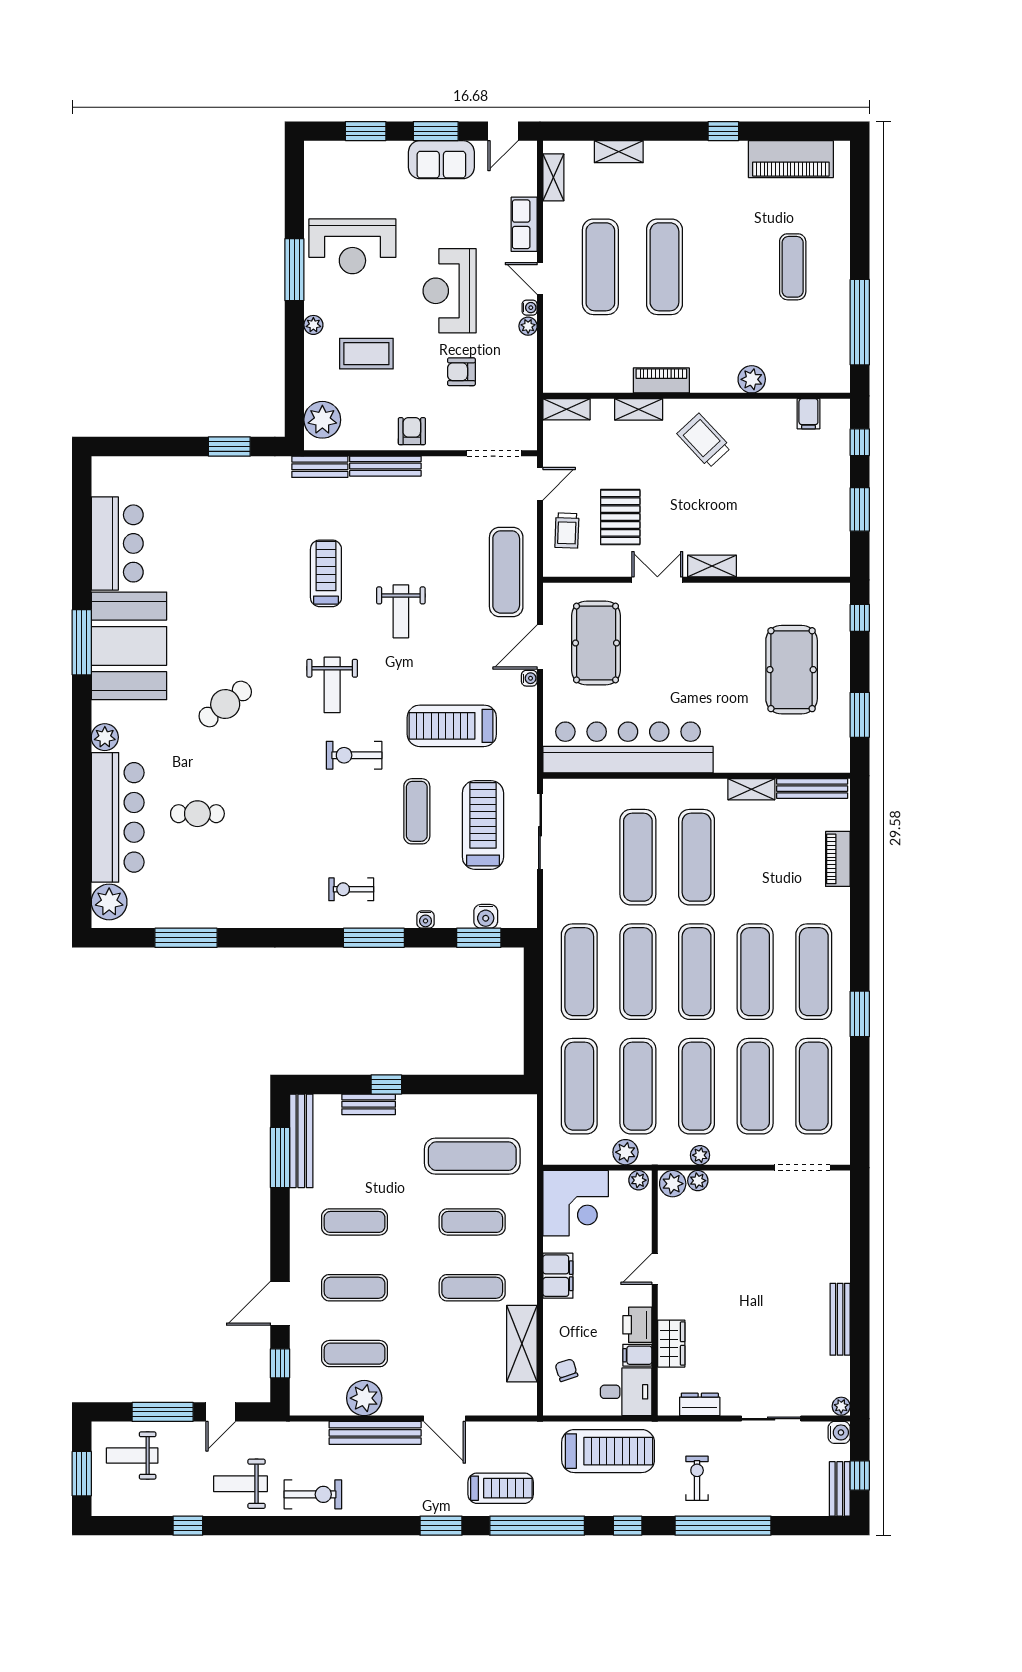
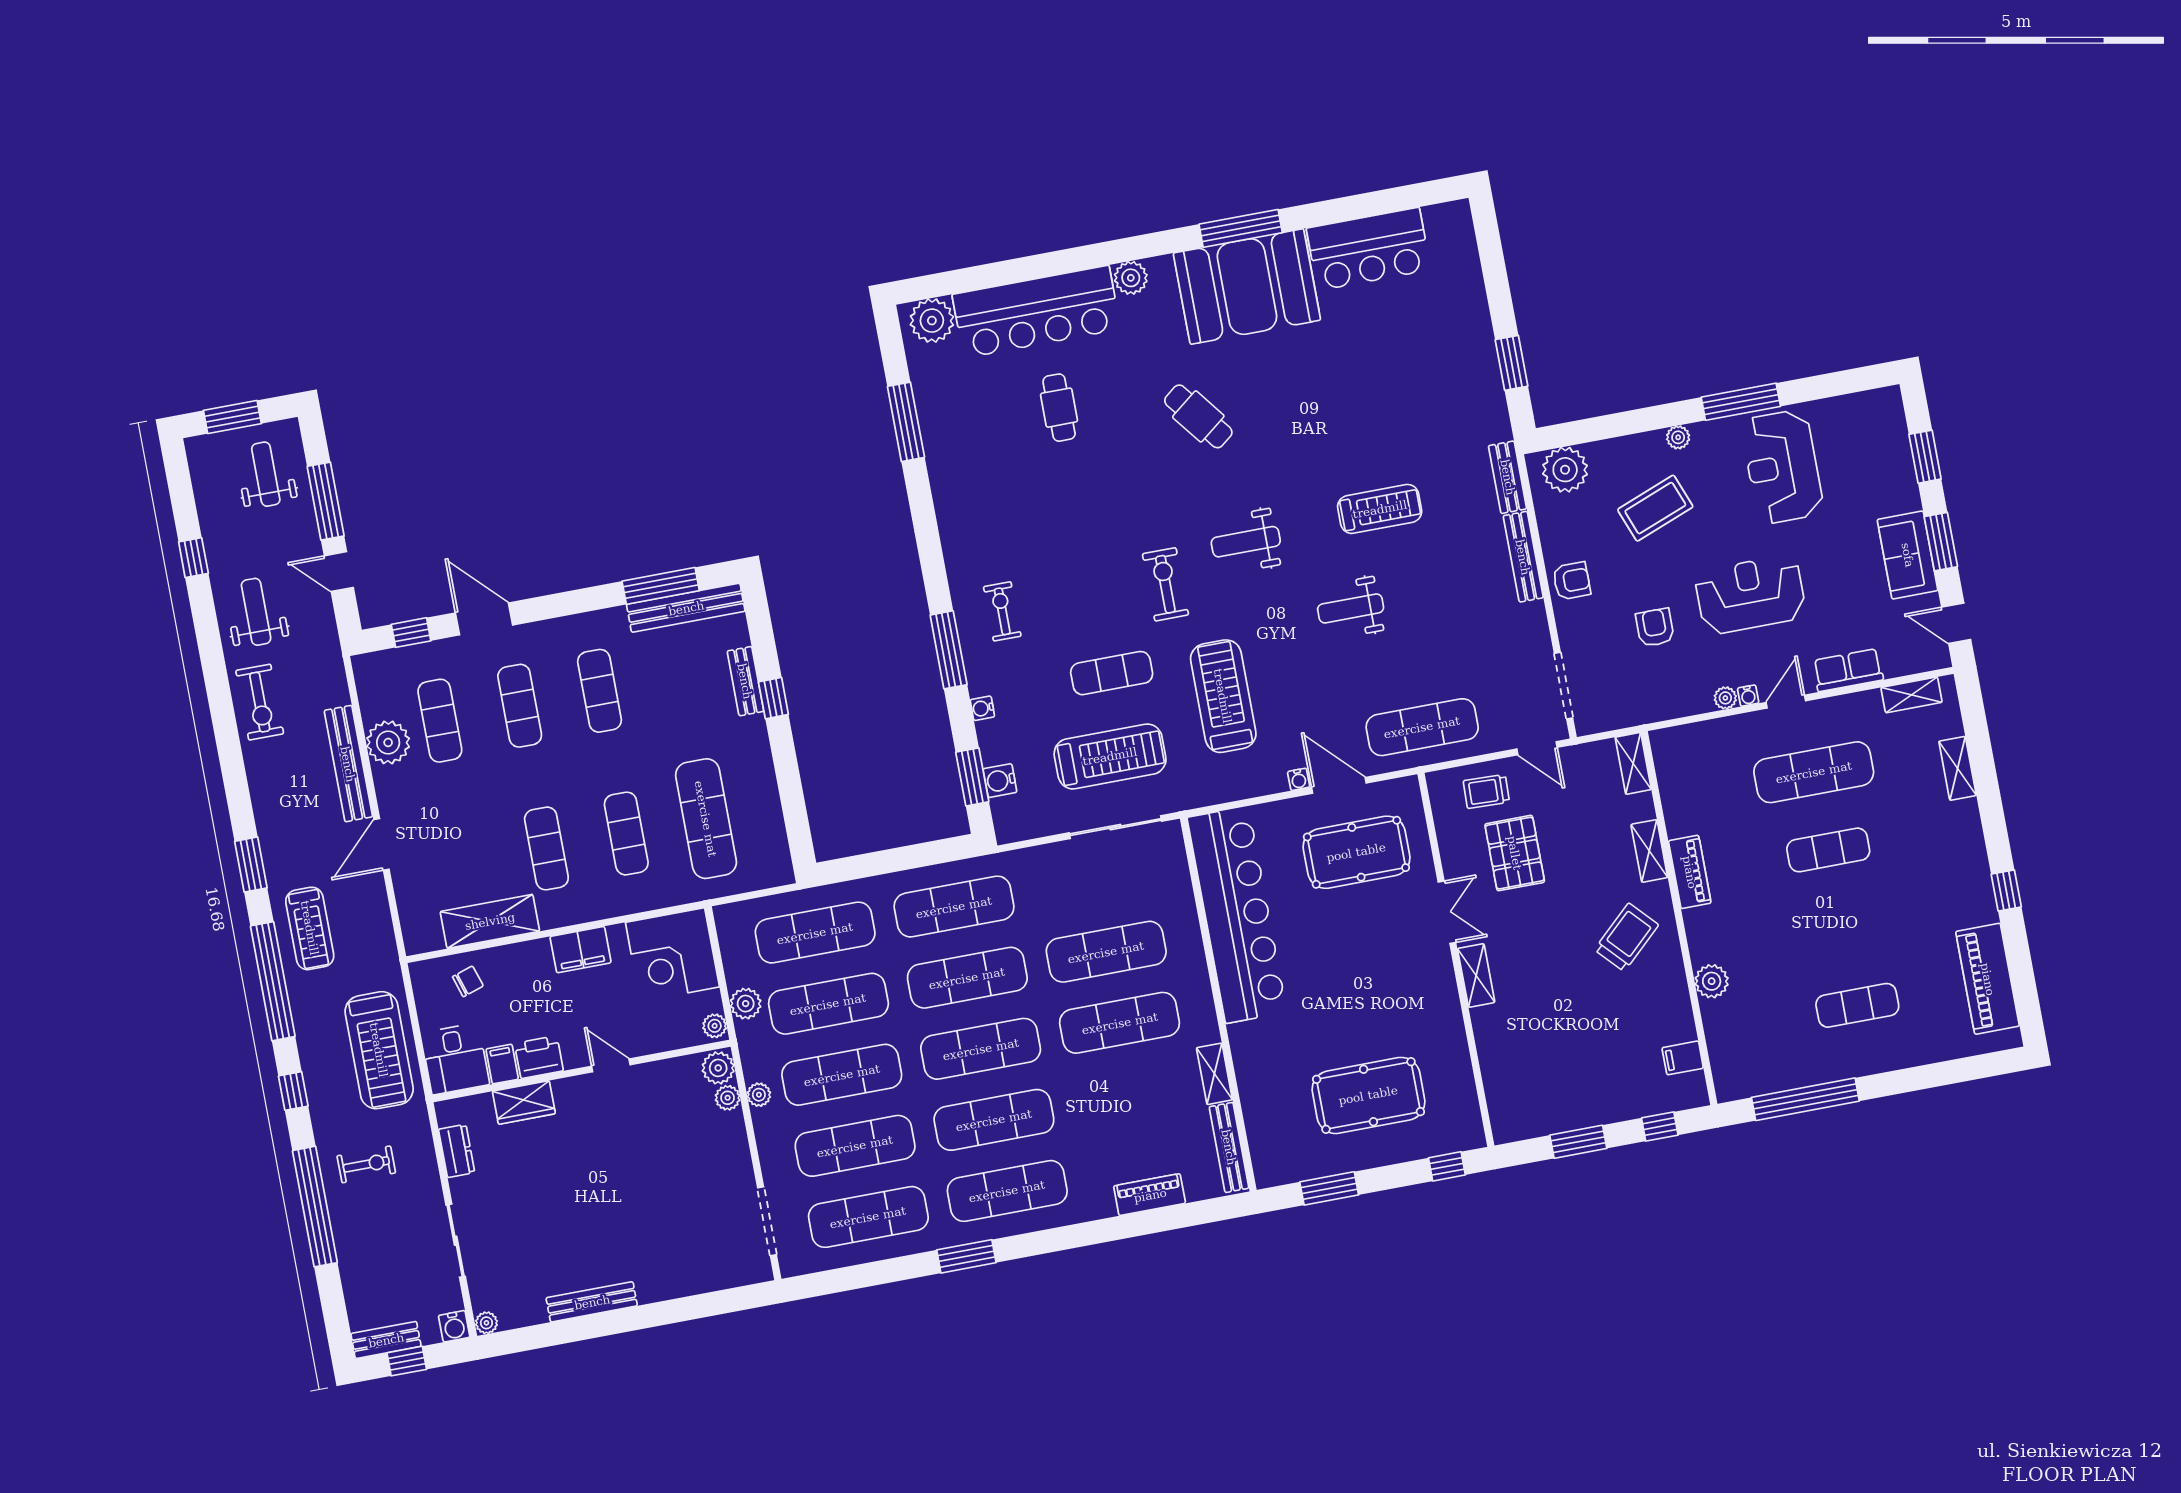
exercise mat: (664, 267) -> (1828, 850), width x0.73, depth x0.69
coffee table: (366, 354) -> (1655, 508), turned 69
pallet: (620, 517) -> (1515, 853), turned 90

